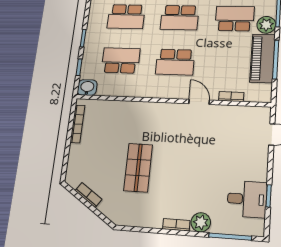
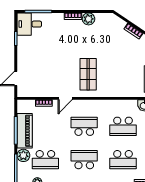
school desk: (126, 17) -> (123, 160), turned 180
door: (199, 102) -> (65, 98), hinge flipped
shop shelf: (138, 168) -> (88, 74), moved
desk: (247, 199) -> (29, 24), moved
plant: (201, 222) -> (89, 19), moved

